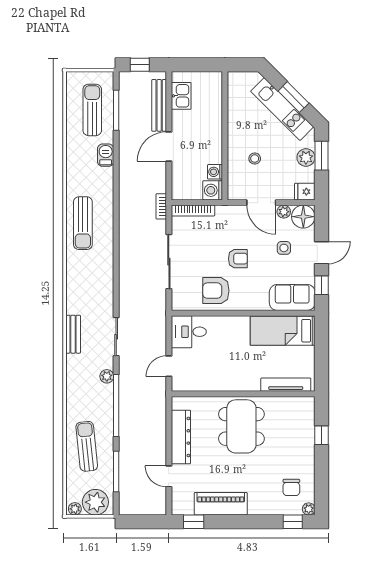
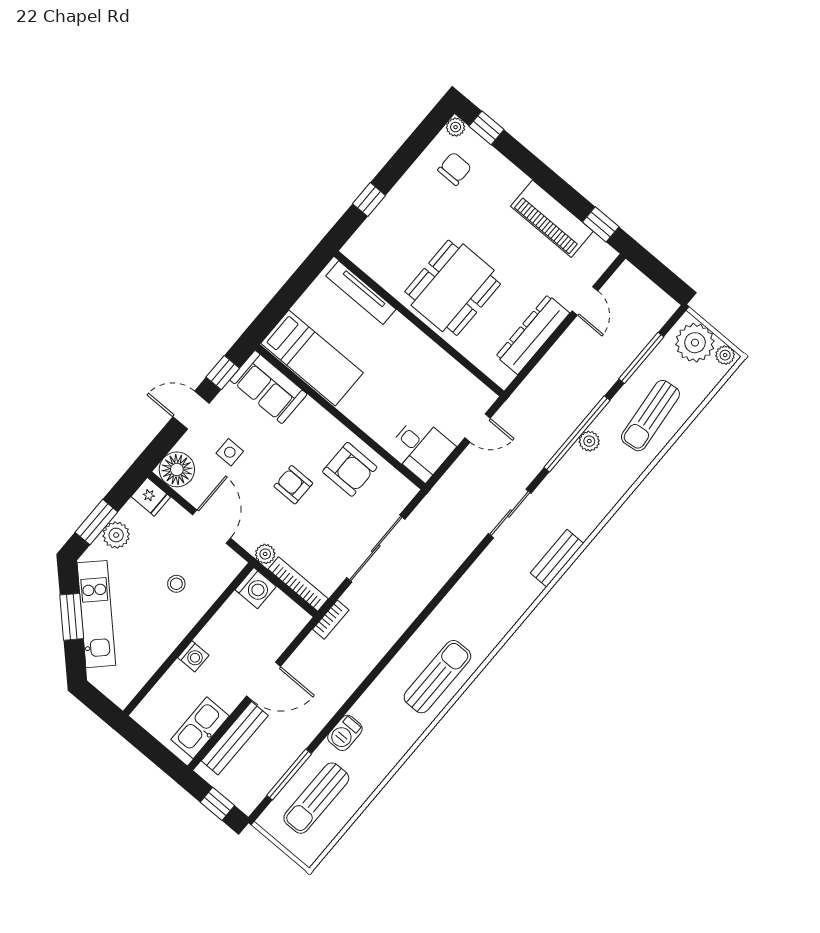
kitchen sink: (181, 96) -> (200, 728), width x1.38
washing machine: (215, 172) -> (193, 656), moved
plant: (284, 212) -> (265, 554), moved
plant: (107, 376) -> (589, 441), moved

